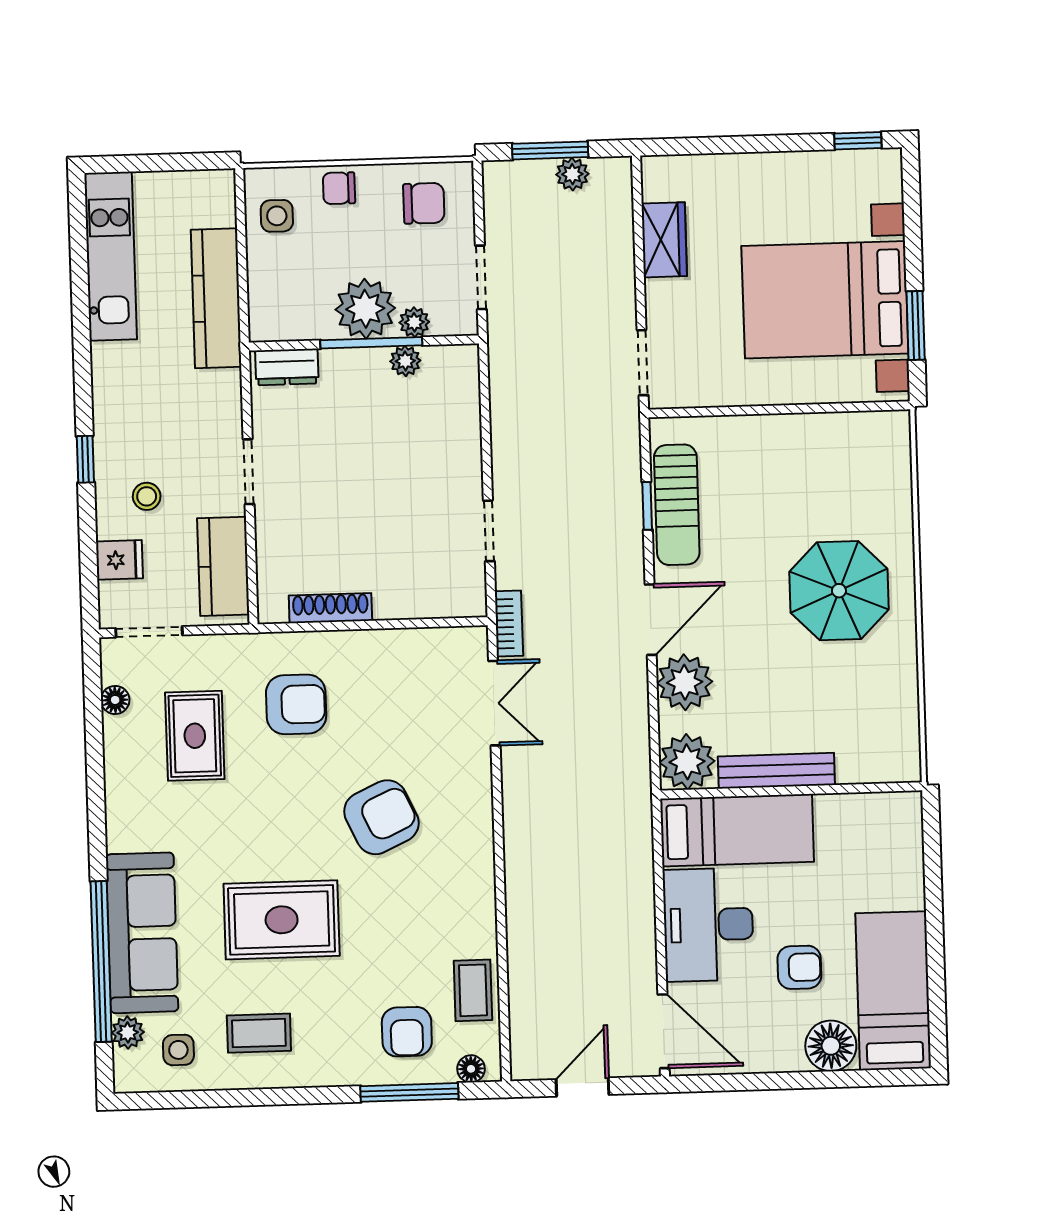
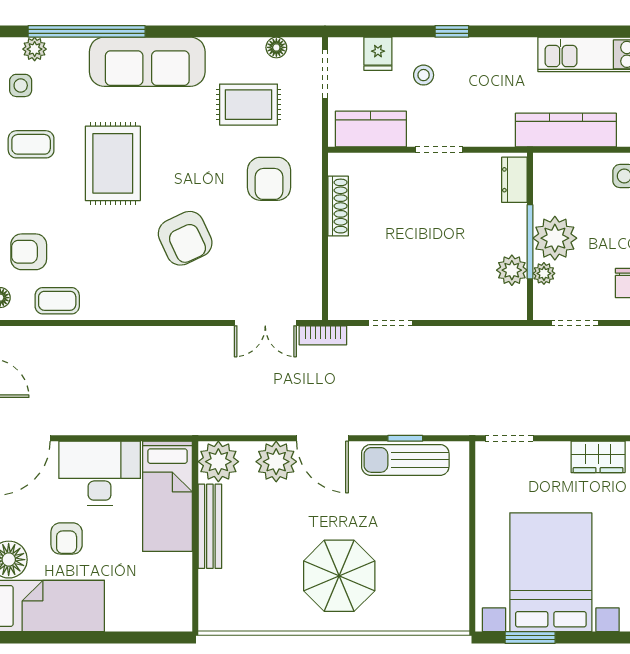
plant: (405, 361) -> (512, 270), width x1.38, depth x1.38
sofa: (142, 933) -> (147, 62), moved
coffee table: (259, 1033) -> (31, 144), turned 90

